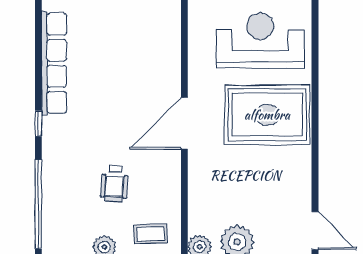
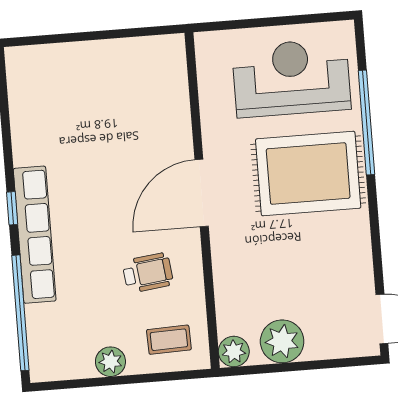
row of seats: (54, 63) -> (35, 235), moved
window: (315, 79) -> (366, 123), added
wheelchair: (114, 183) -> (148, 273), moved, turned -101

